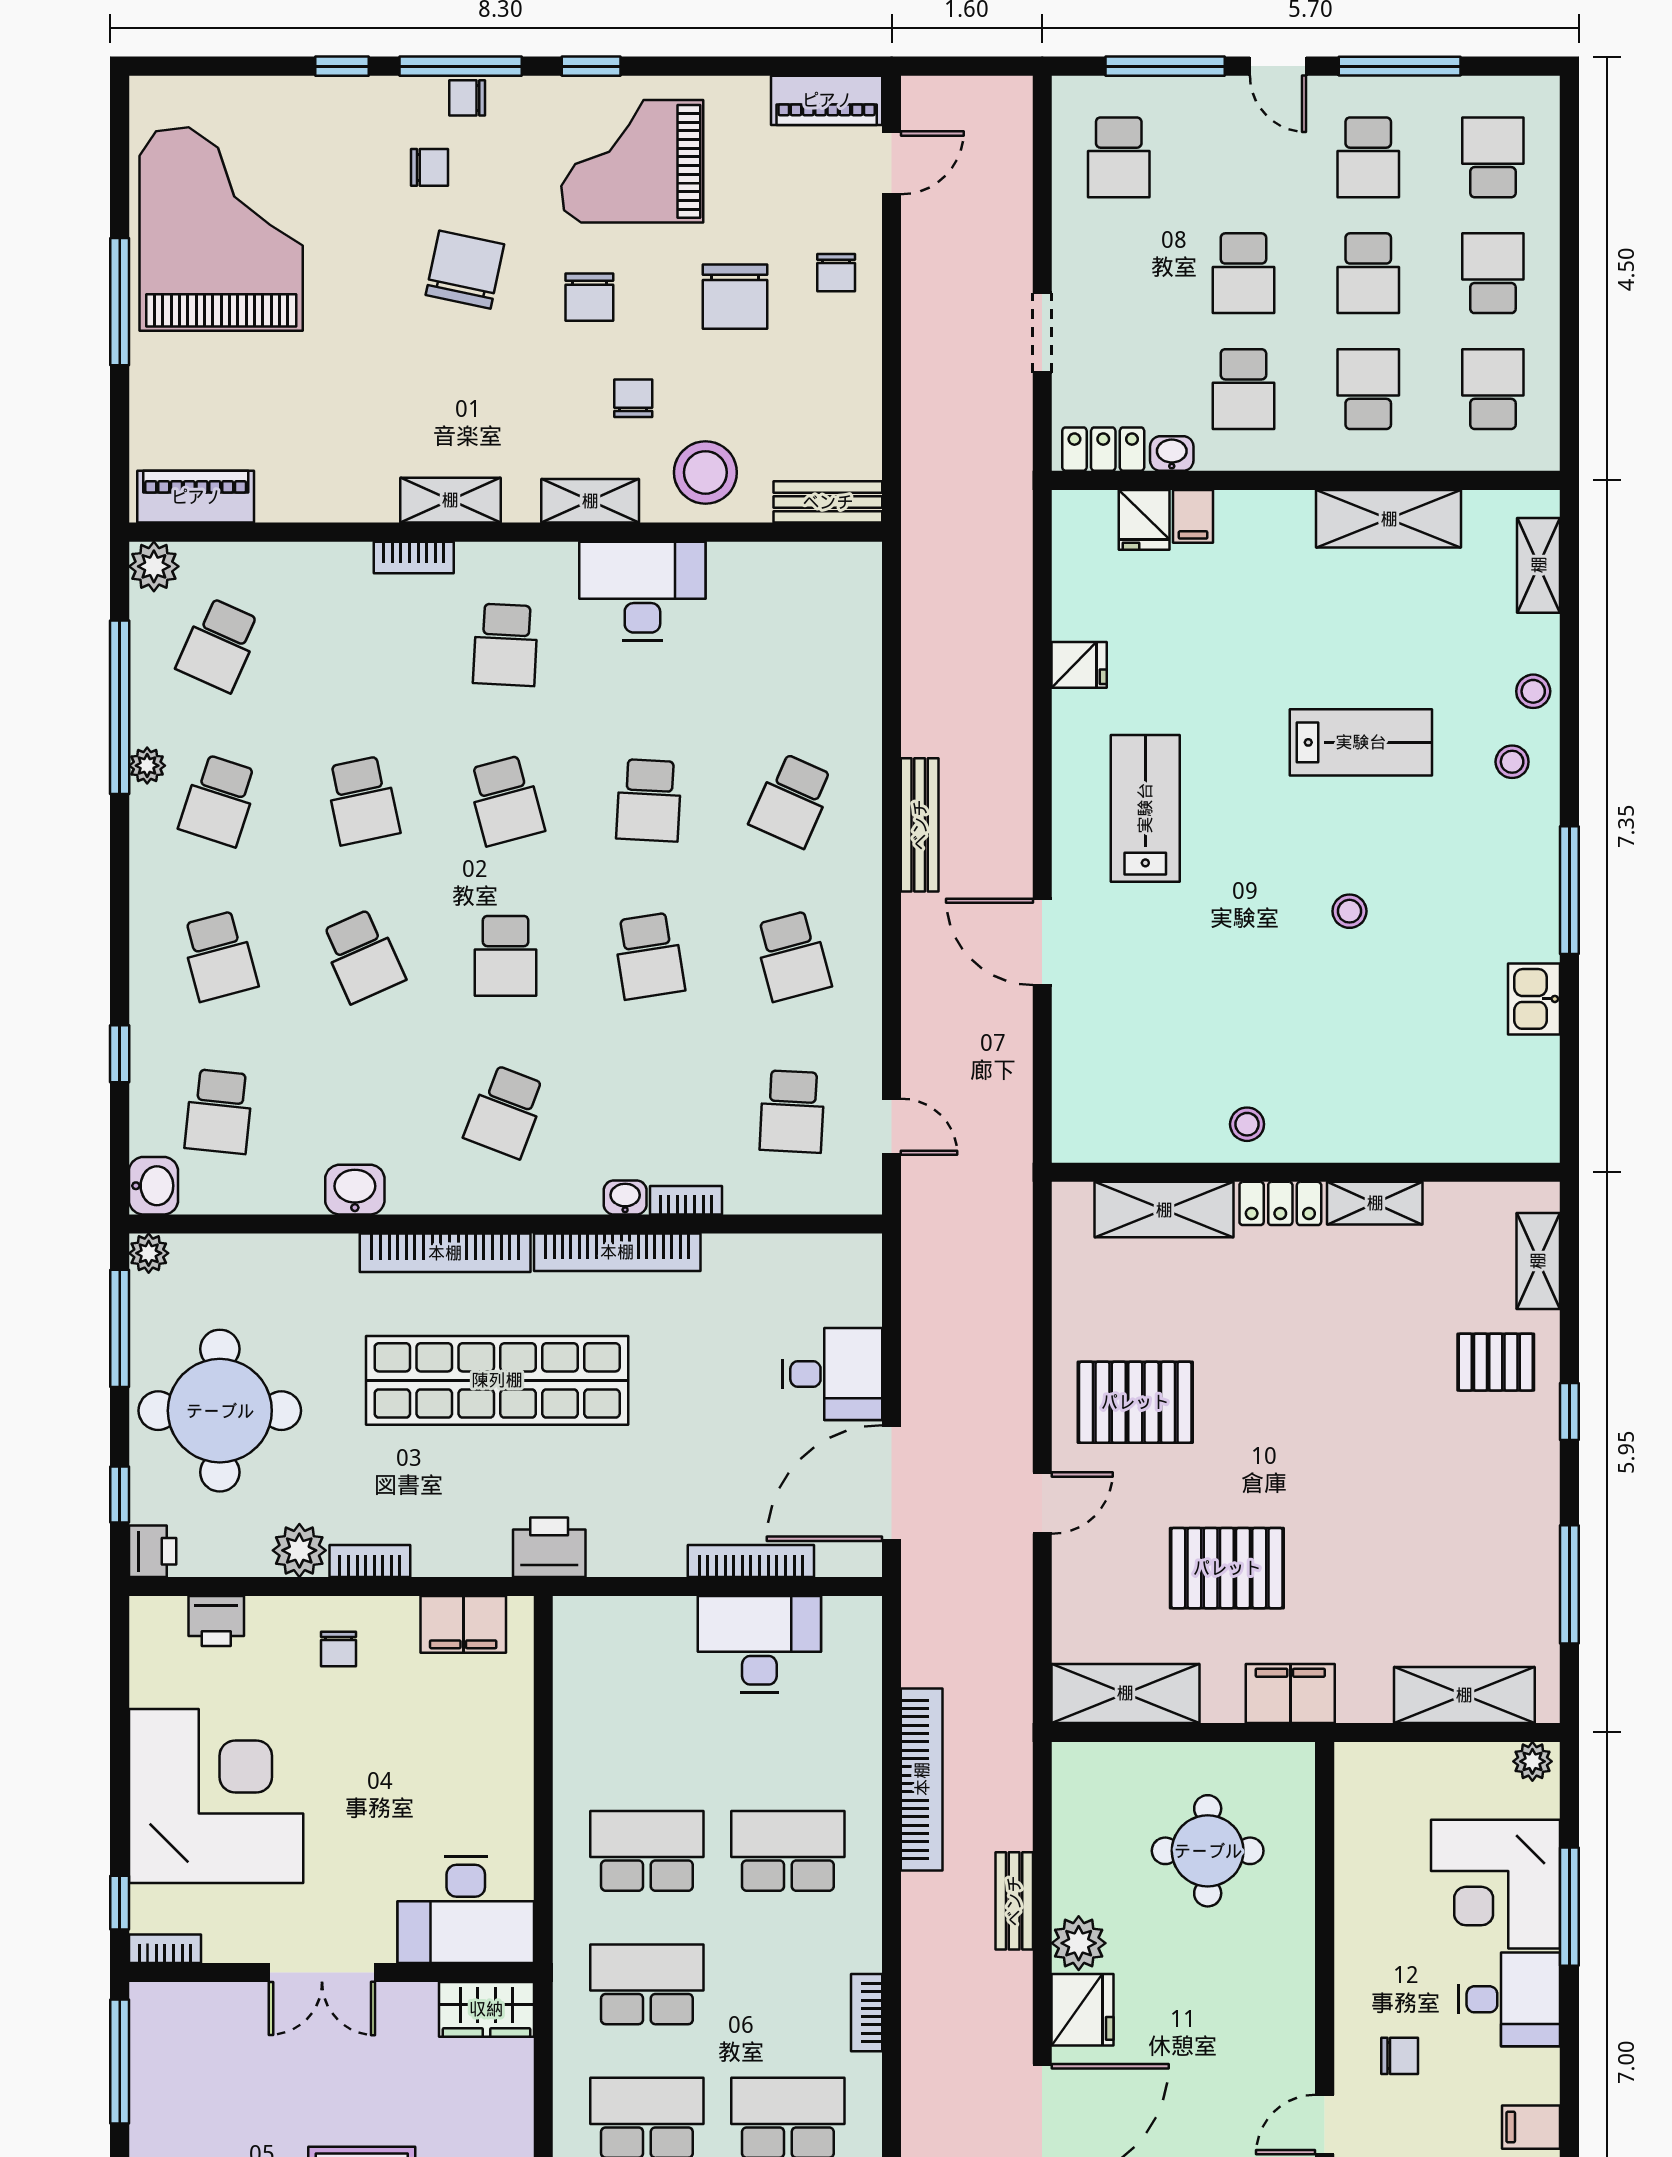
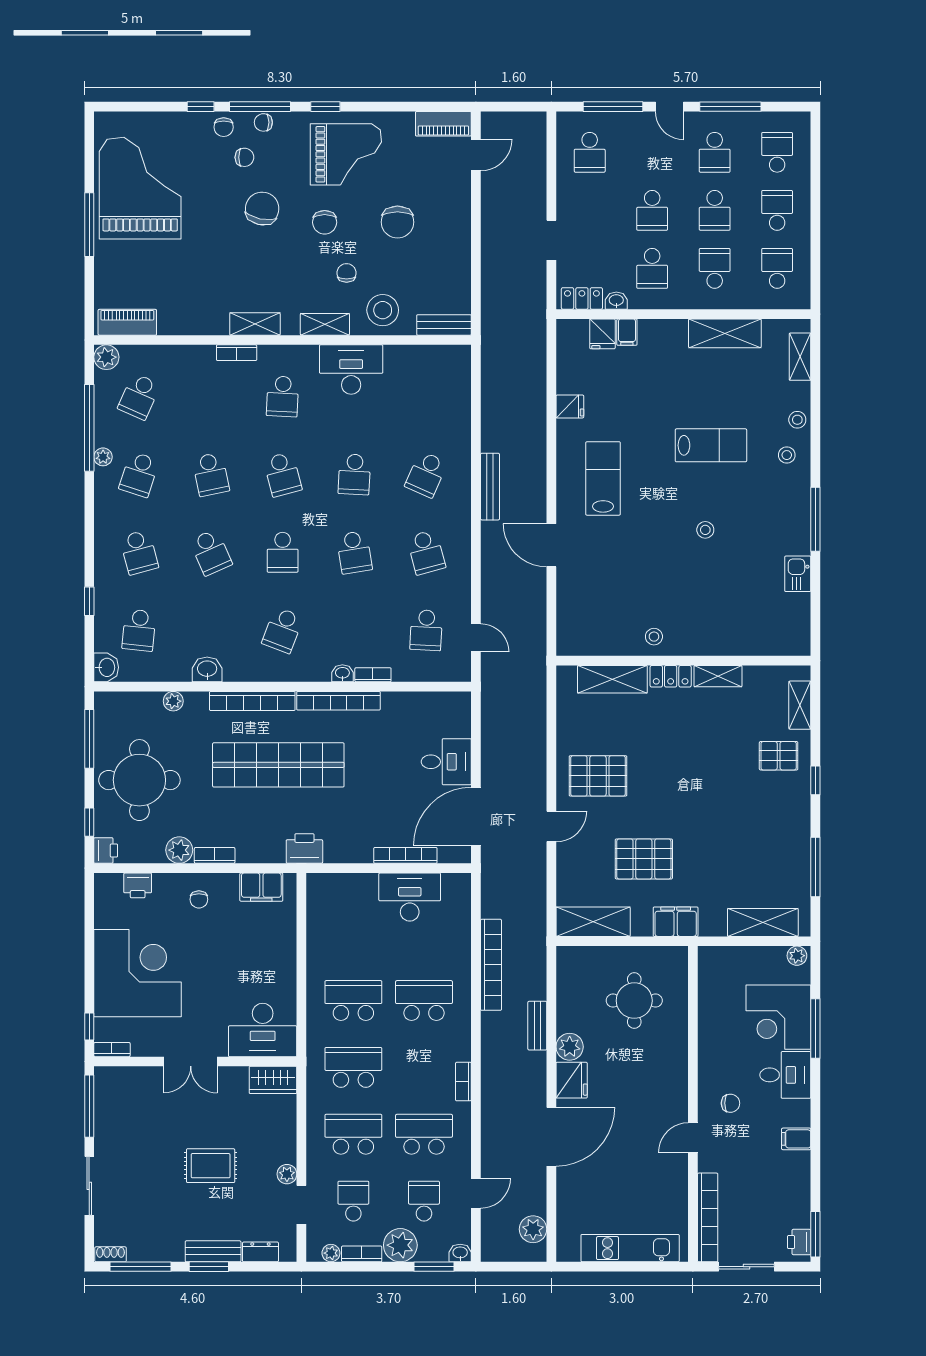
grand piano: (632, 161) -> (346, 154), turned 180
chair: (836, 273) -> (224, 127), moved
plant: (149, 1253) -> (173, 701), moved

